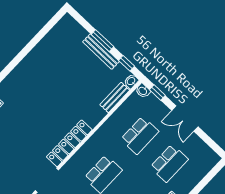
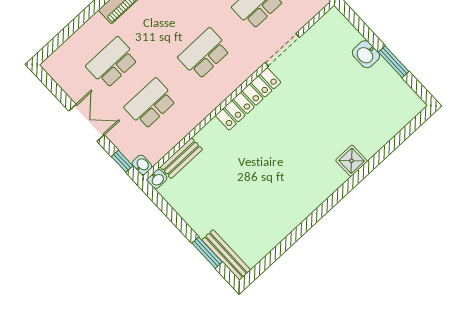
window: (102, 41) -> (207, 253), moved
bench: (101, 52) -> (226, 255), moved
window: (126, 63) -> (162, 204), removed

